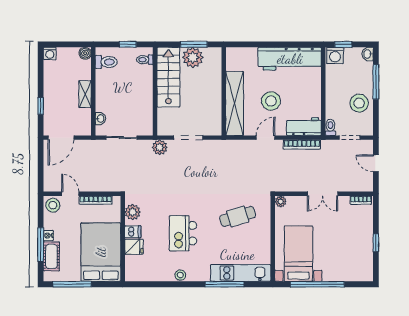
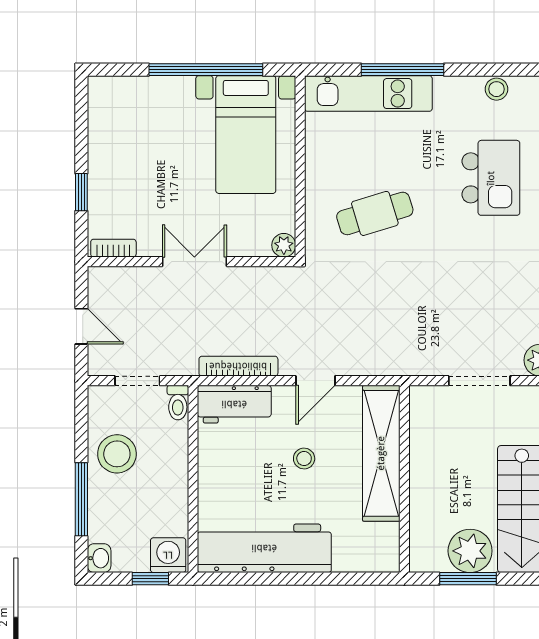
stool: (271, 101) -> (304, 459), width x0.53, depth x0.53
window: (376, 243) -> (81, 192), moved

